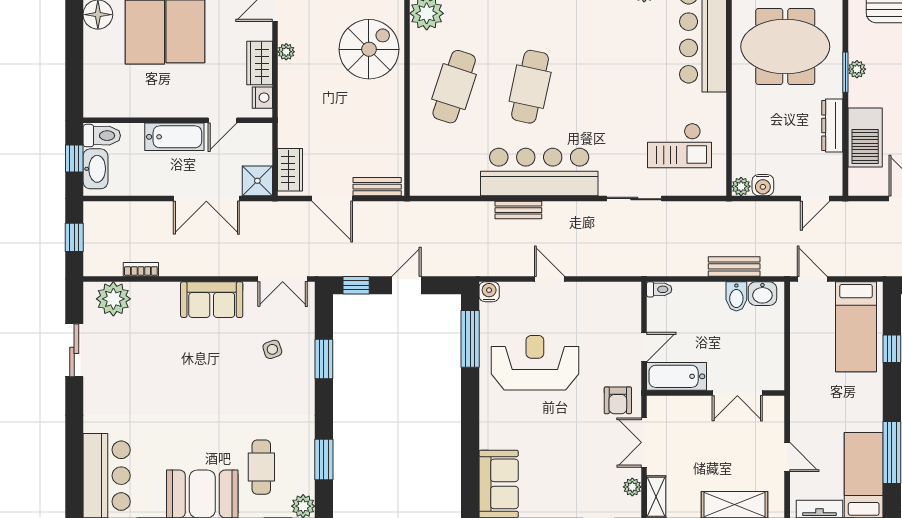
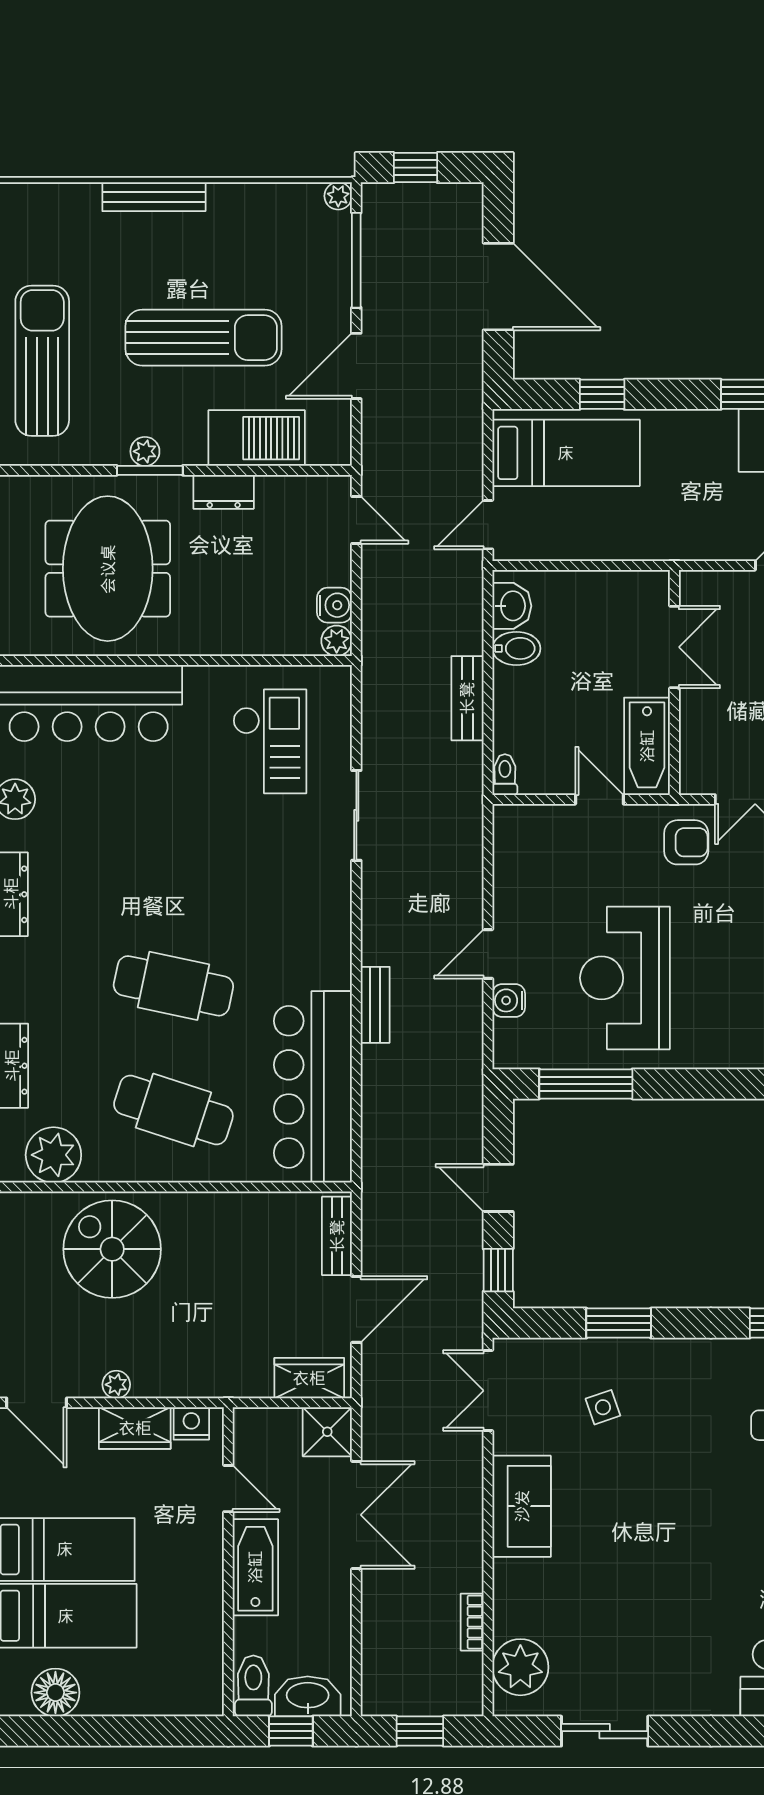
dresser: (832, 125) -> (224, 492), width x0.70
bar counter: (539, 172) -> (313, 1087), moved
bench: (734, 266) -> (467, 698), moved
double door: (283, 279) -> (488, 1391), swing flipped
water cooler: (489, 292) -> (509, 1000), moved

